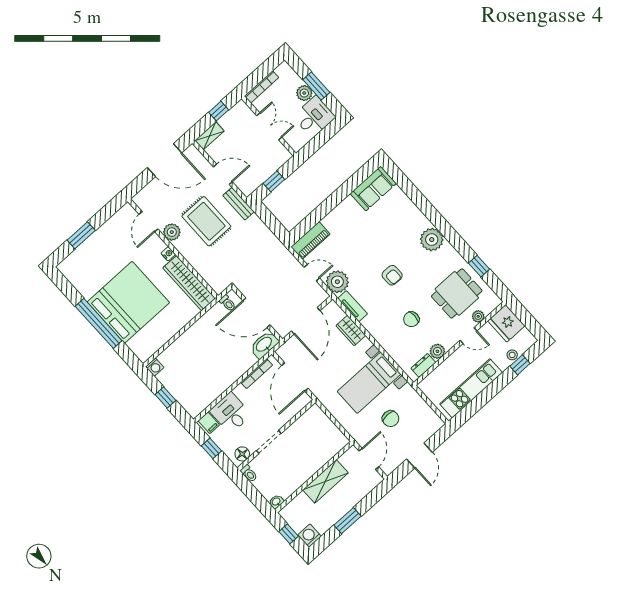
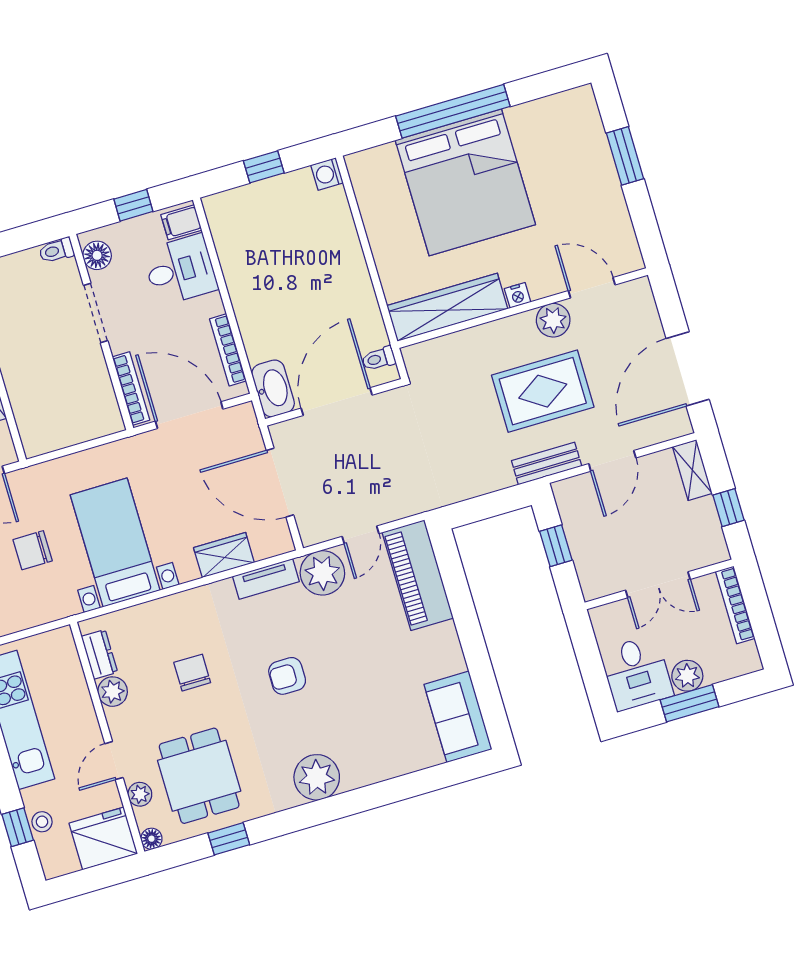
piano: (311, 240) -> (418, 575), width x1.37, depth x1.33
floor lamp: (496, 301) -> (151, 839), added
bookcase: (295, 409) -> (131, 388), added

